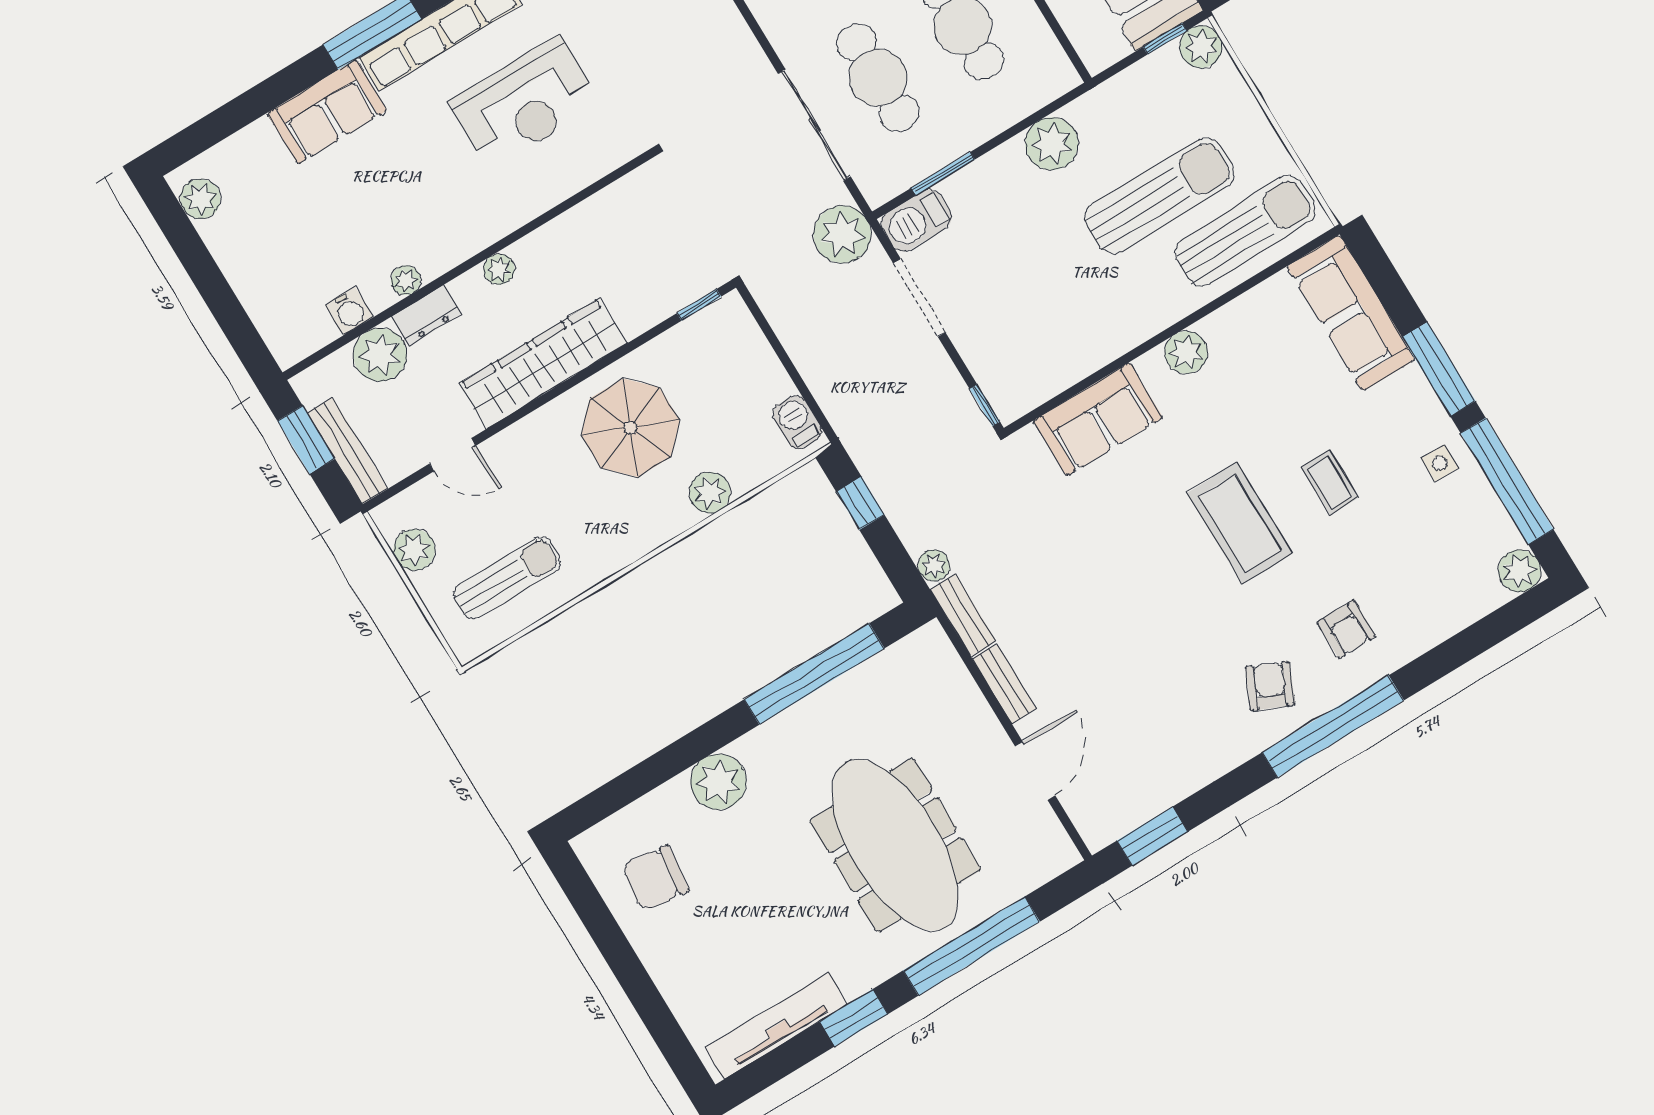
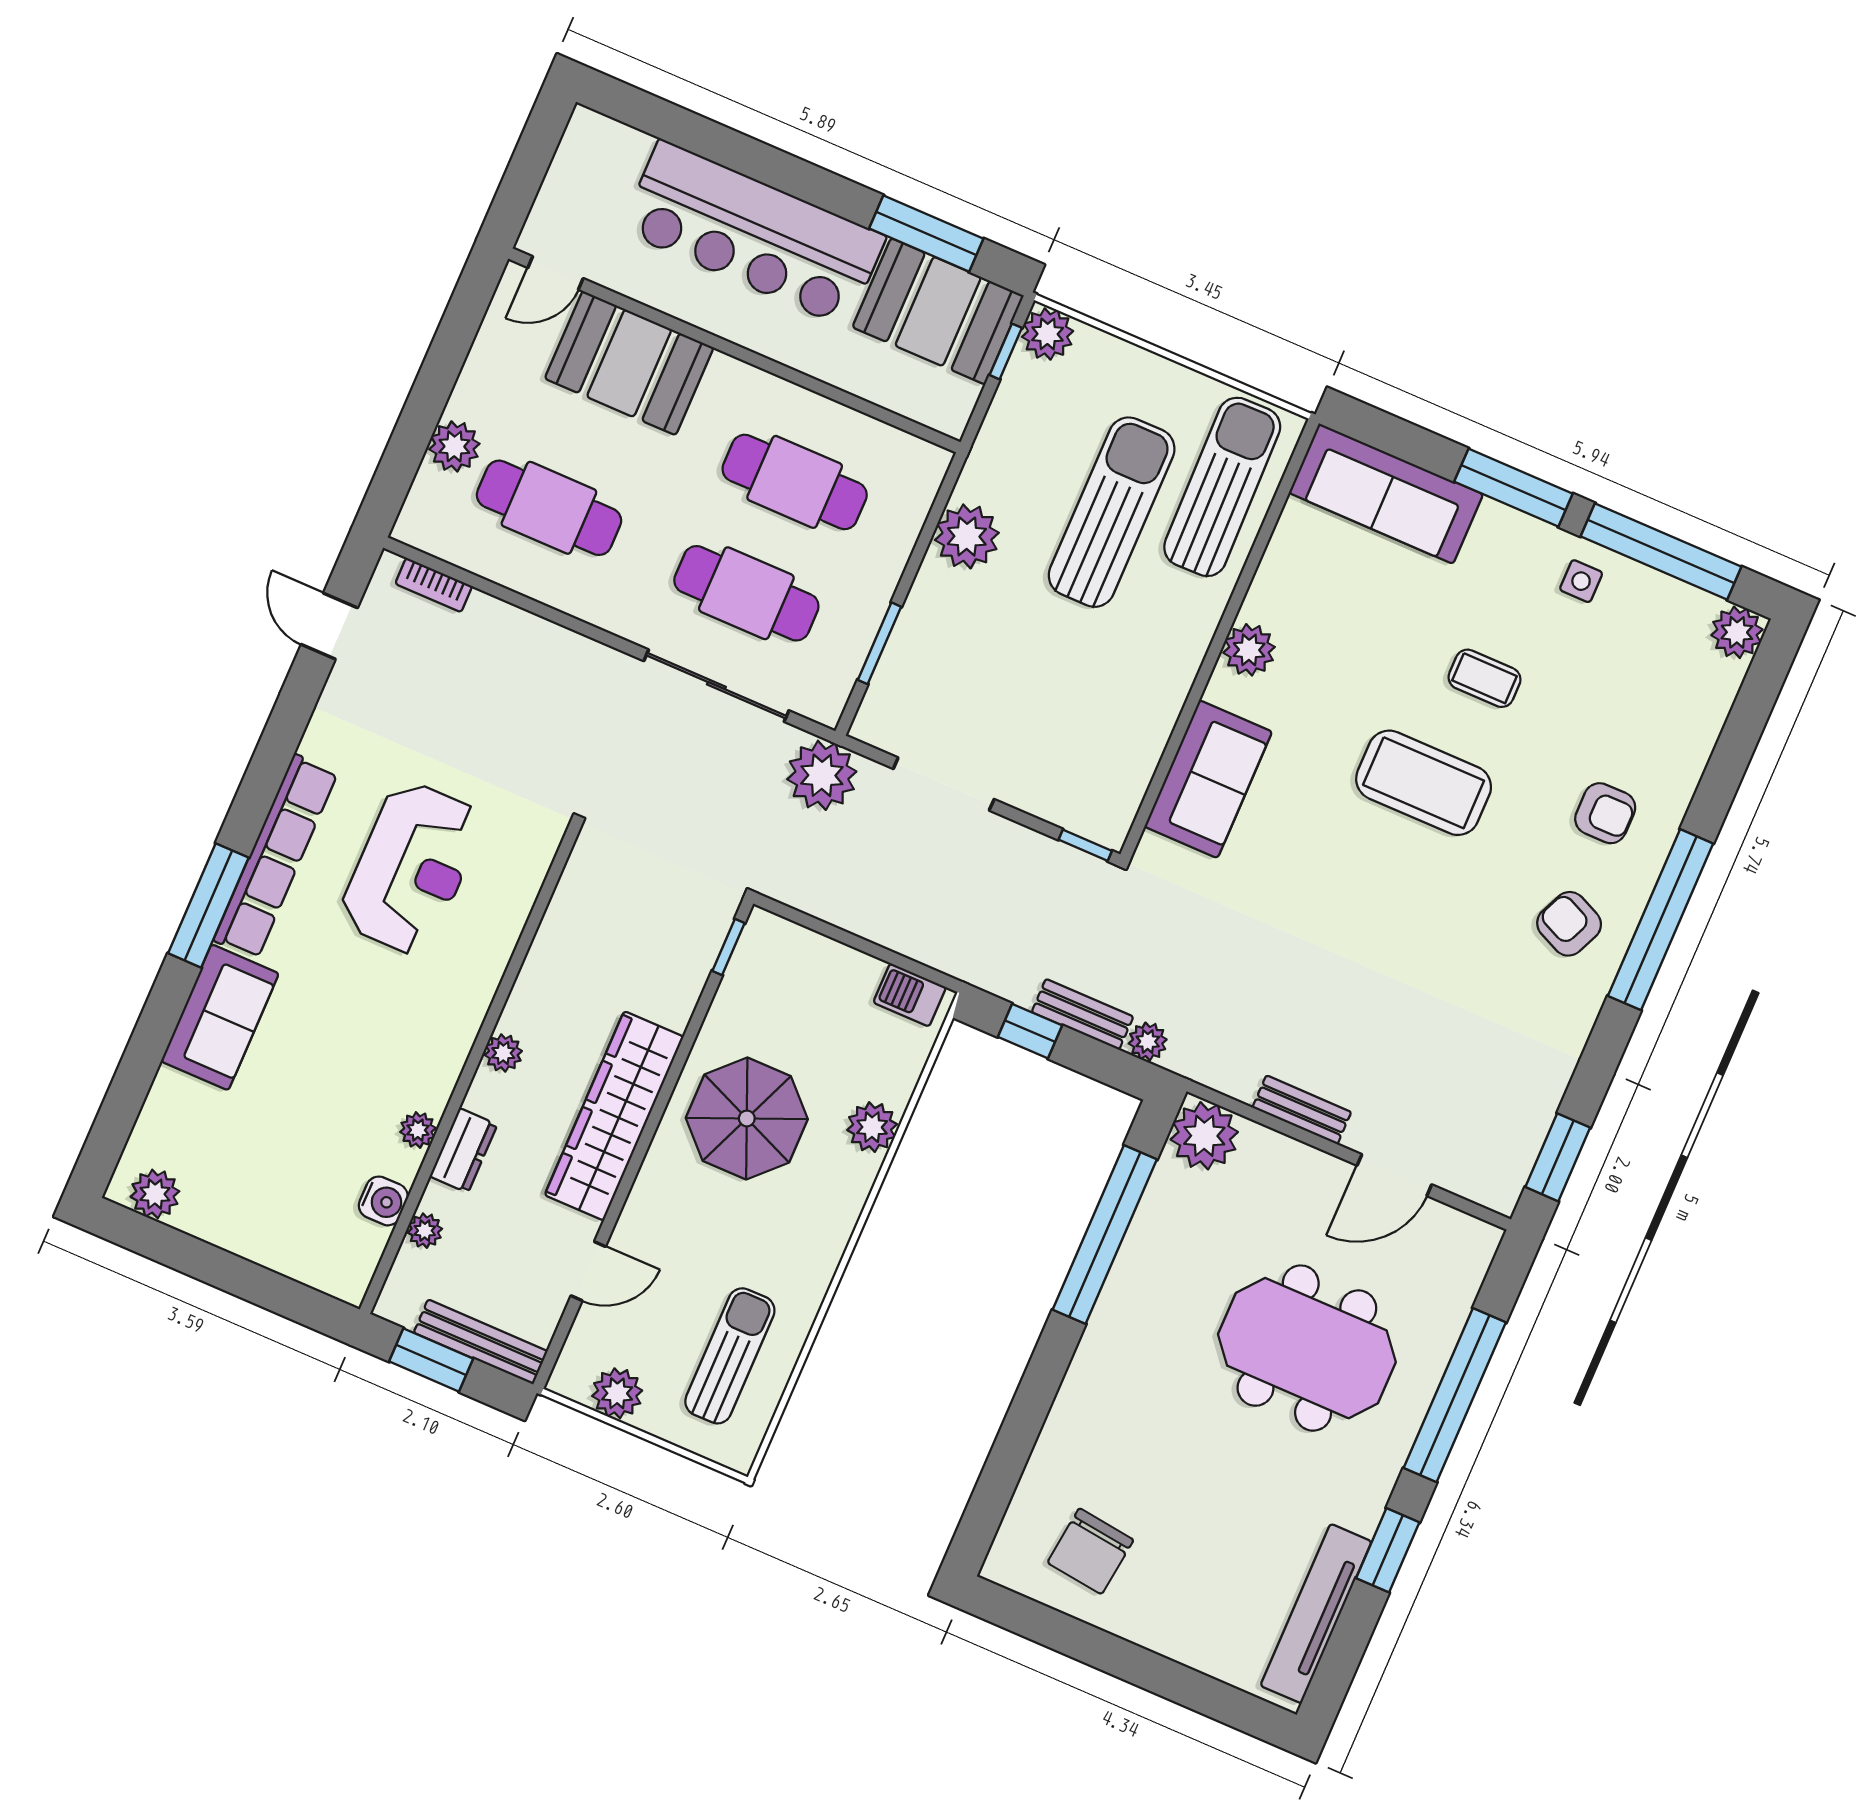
barbecue: (917, 220) -> (886, 709), removed
plant: (380, 355) -> (425, 1231), width x0.53, depth x0.53
bench: (963, 615) -> (1082, 1014), moved
door: (1035, 771) -> (1394, 1175), swing flipped
plant: (719, 782) -> (1204, 1136), moved
meeting table: (895, 845) -> (1307, 1348), width x0.73

